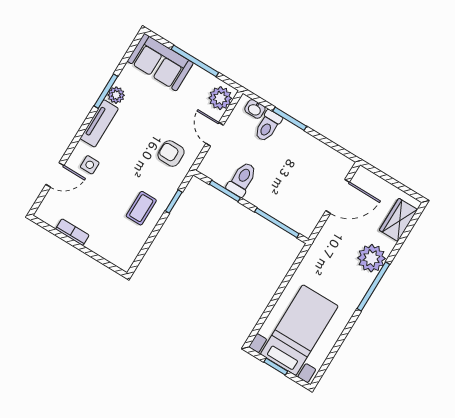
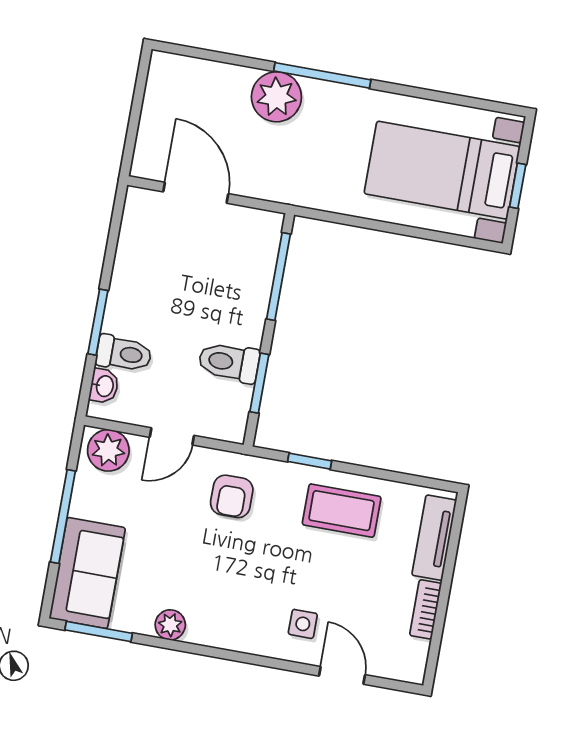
window: (106, 91) -> (99, 632), moved
tv unit: (99, 123) -> (434, 538), moved, turned -90
coffee table: (141, 208) -> (342, 511), width x1.36, depth x1.30
wardrobe: (398, 220) -> (196, 77), removed

